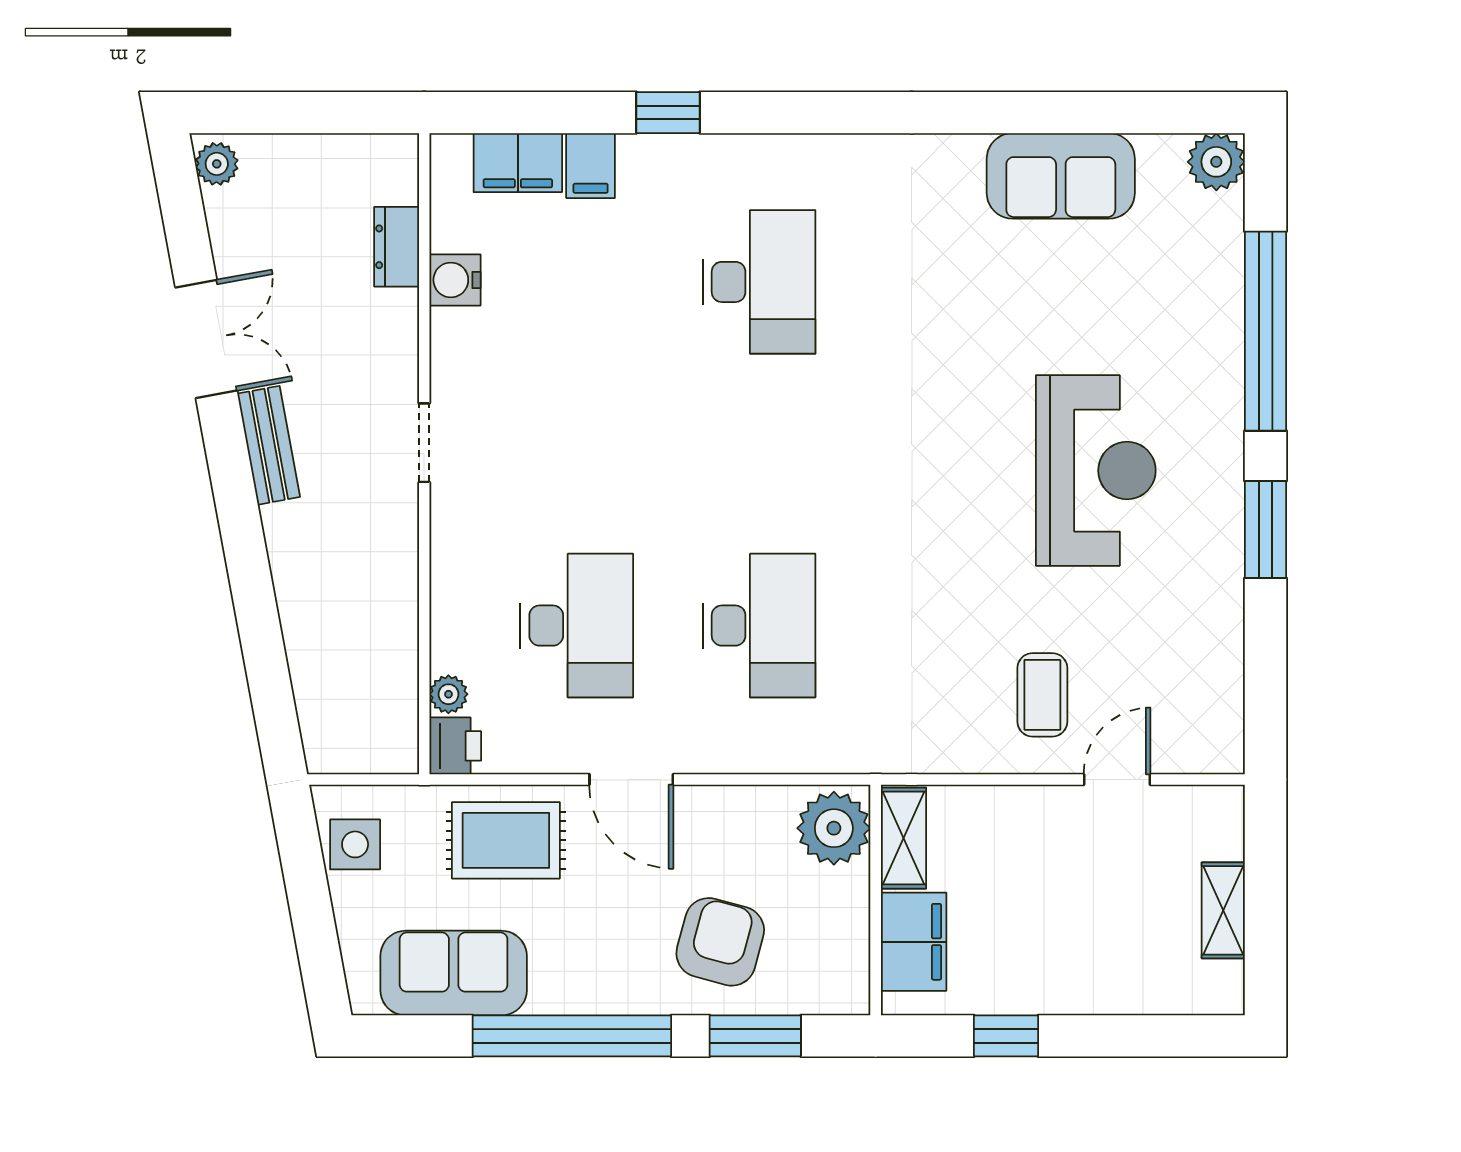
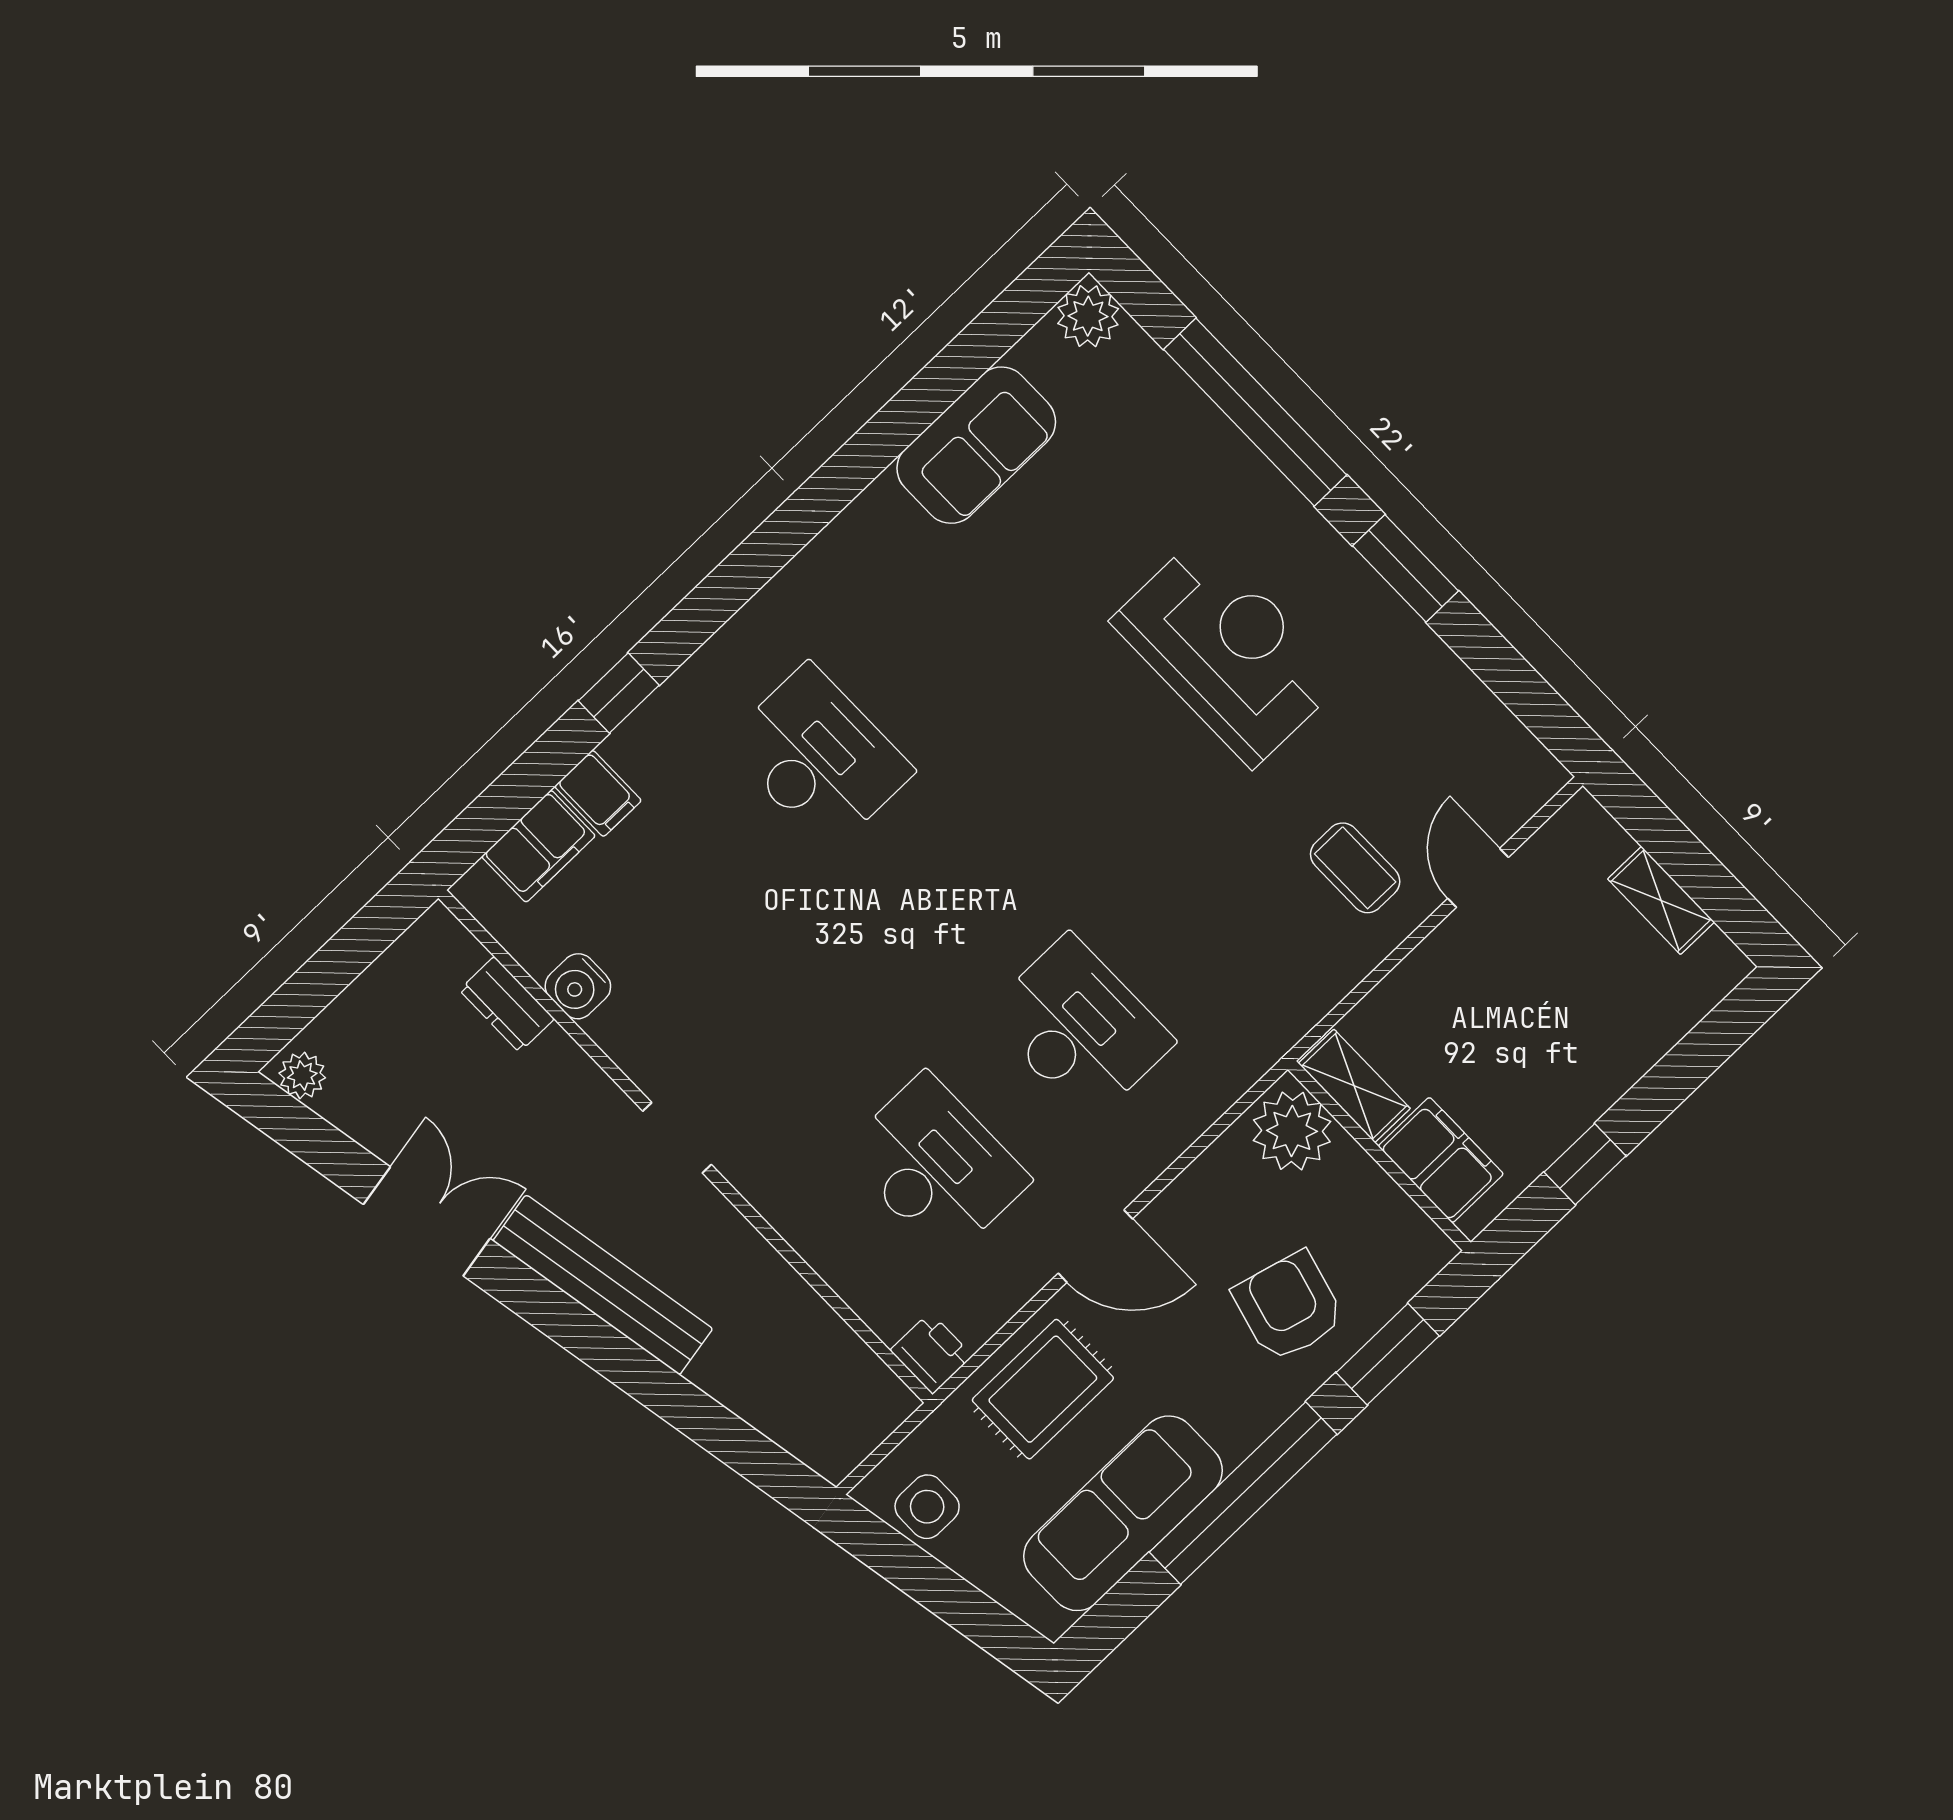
bench: (269, 445) -> (603, 1285), width x1.86, depth x1.21
plant: (448, 694) -> (887, 1318), removed
sofa: (454, 973) -> (1123, 1513), width x1.36

